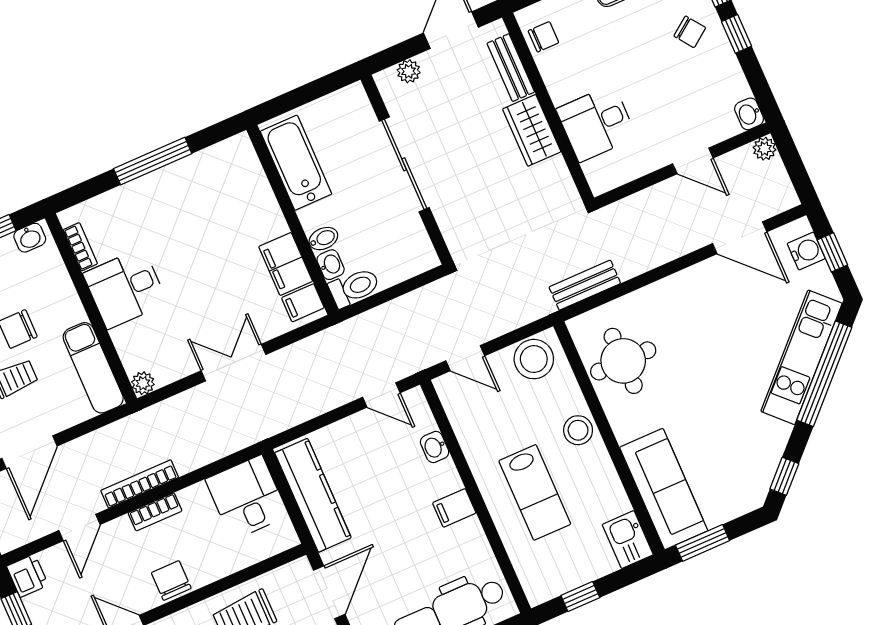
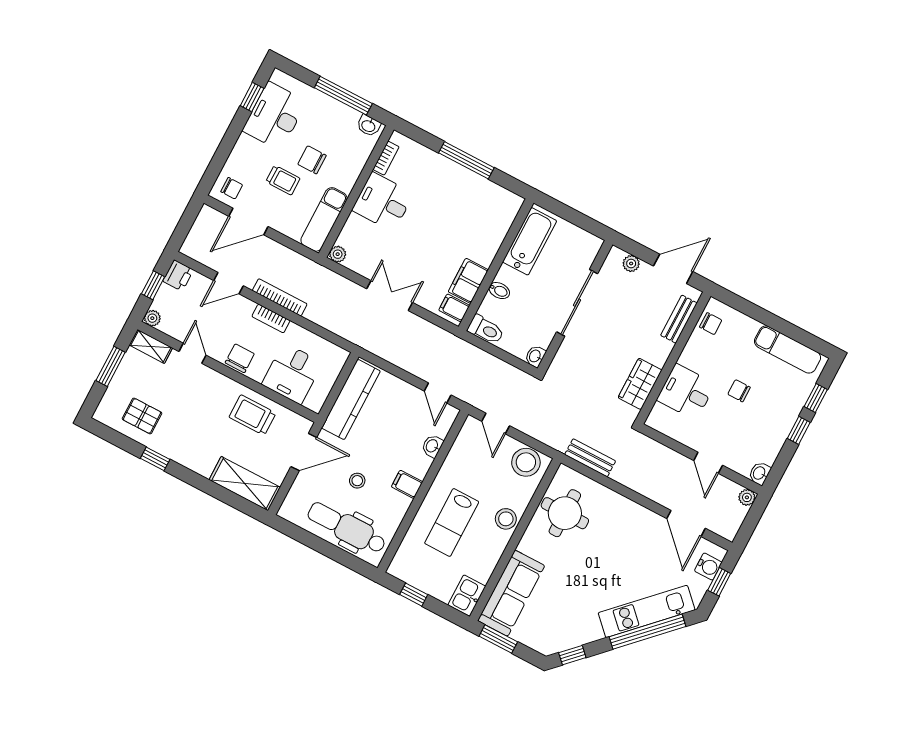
chair: (690, 32) -> (739, 391), moved, turned 126
wardrobe: (532, 130) -> (640, 384), moved
washbasin: (331, 265) -> (535, 356), moved, turned 180
desk: (247, 498) -> (292, 373), moved, turned 180
stool: (407, 559) -> (357, 481), added

